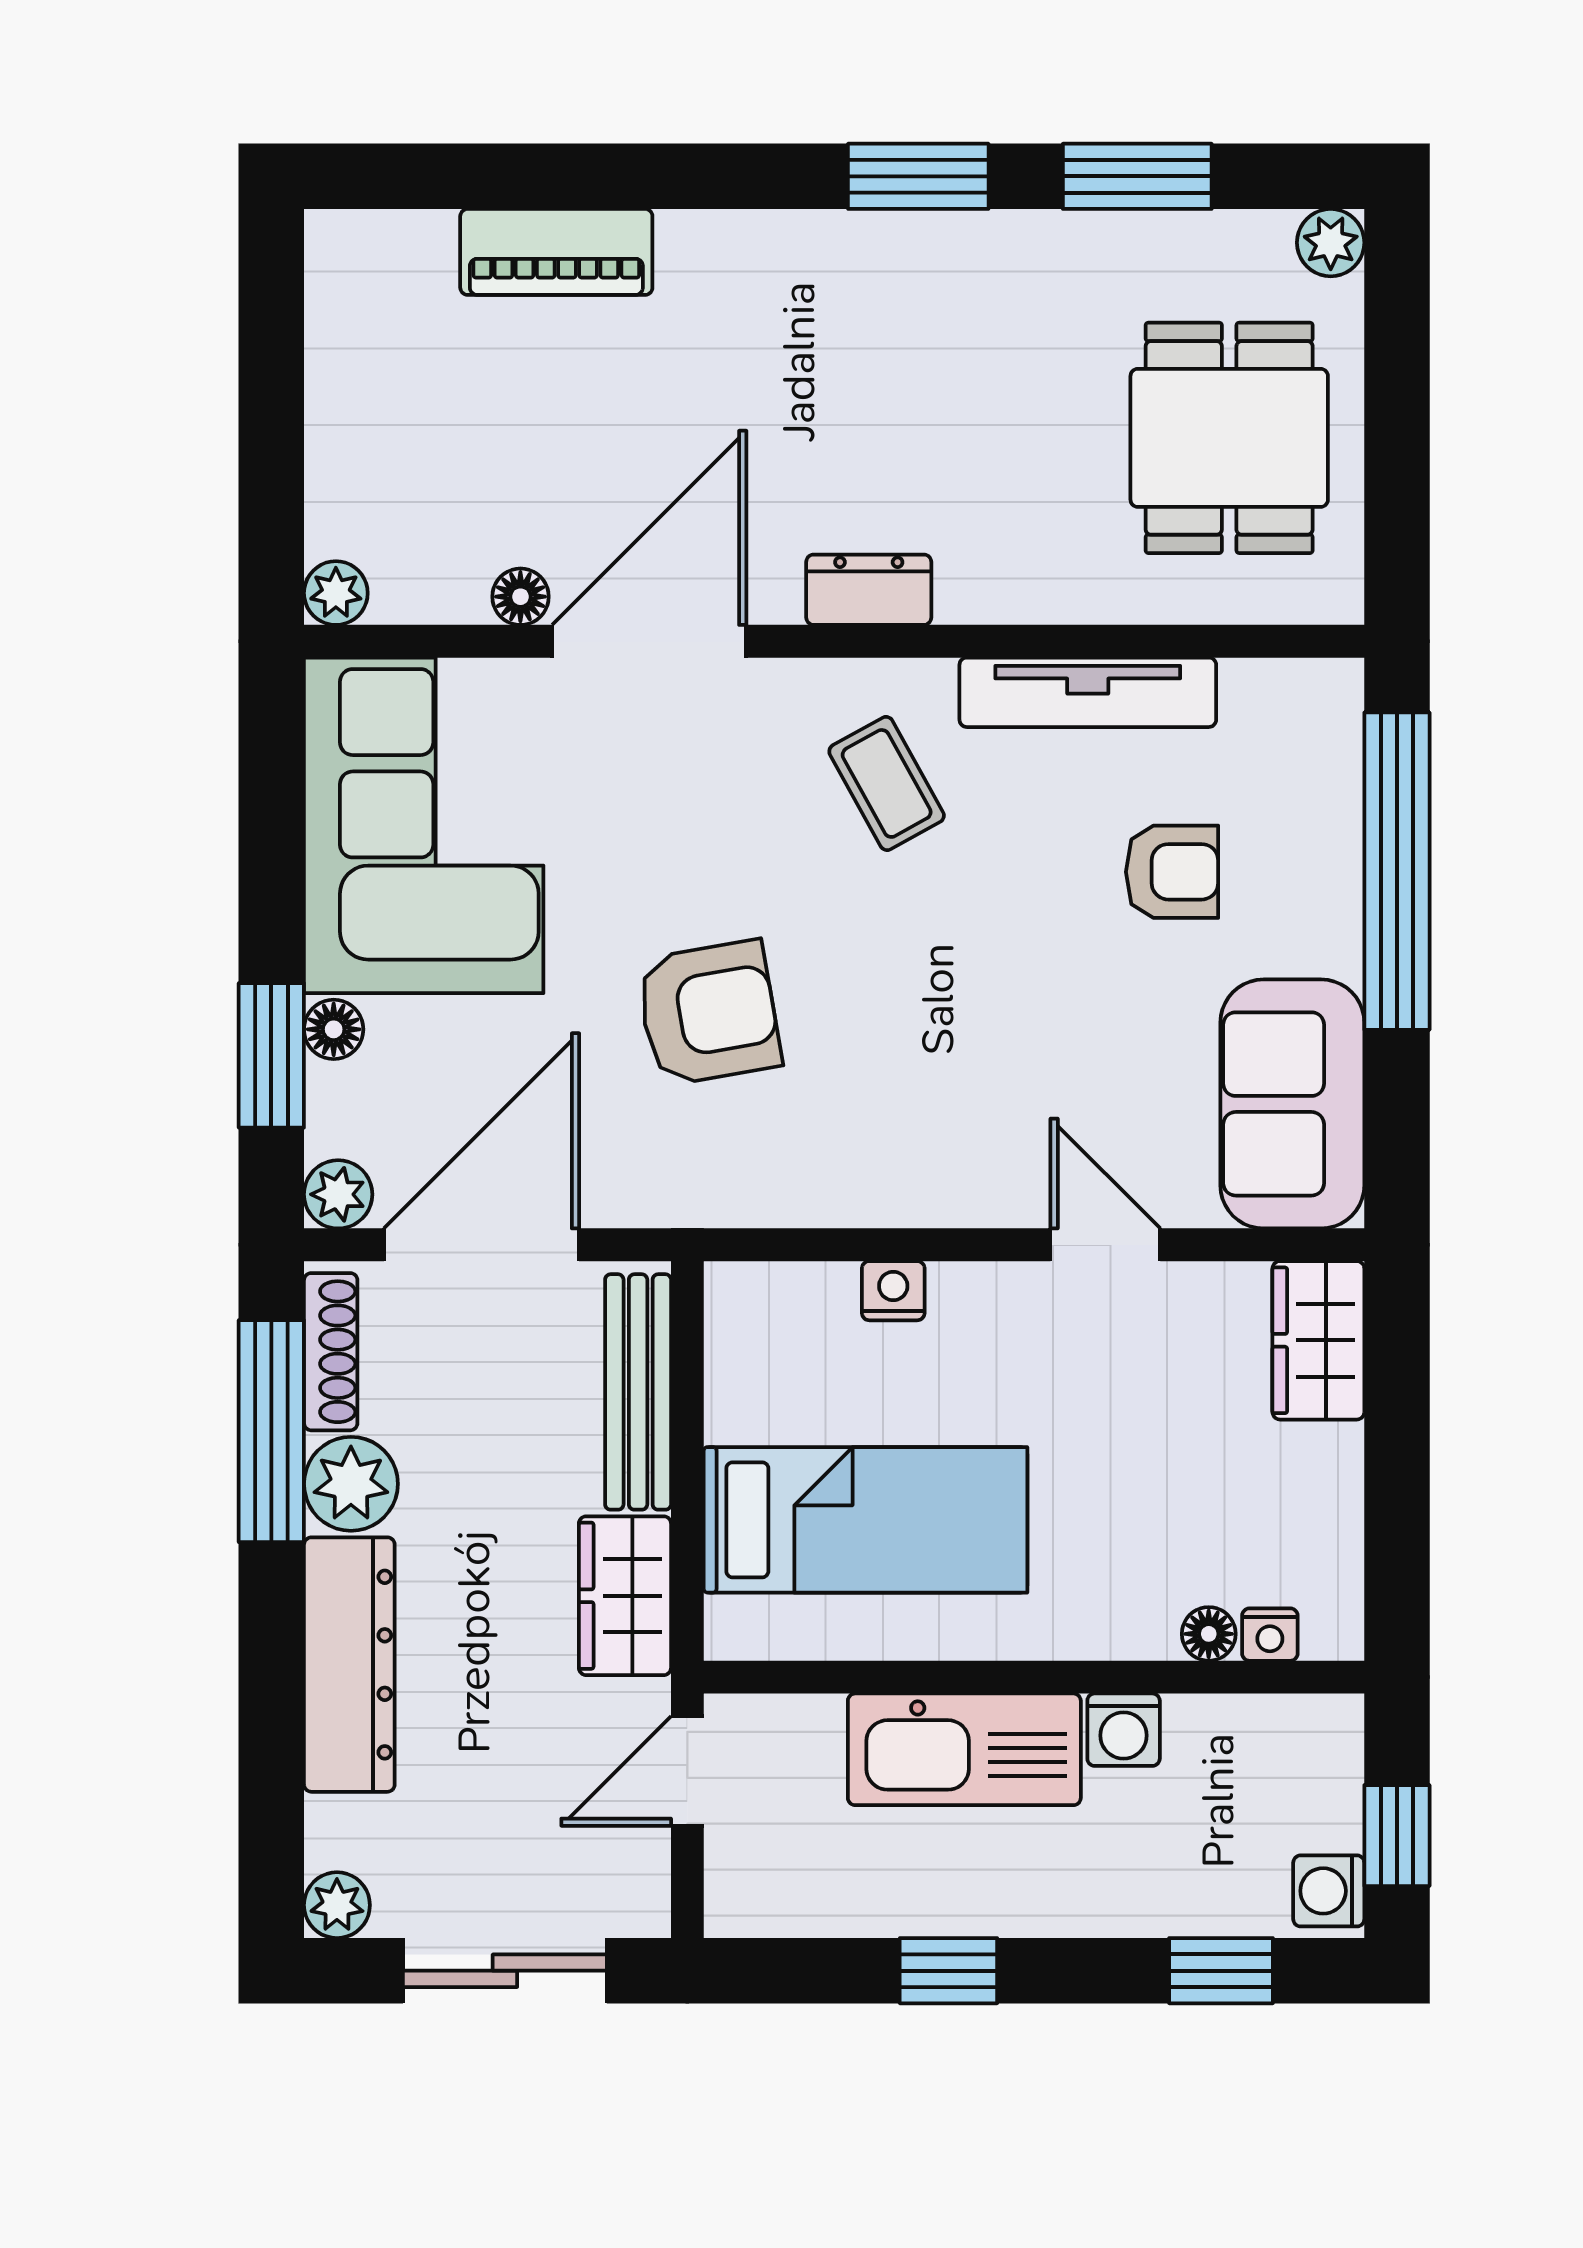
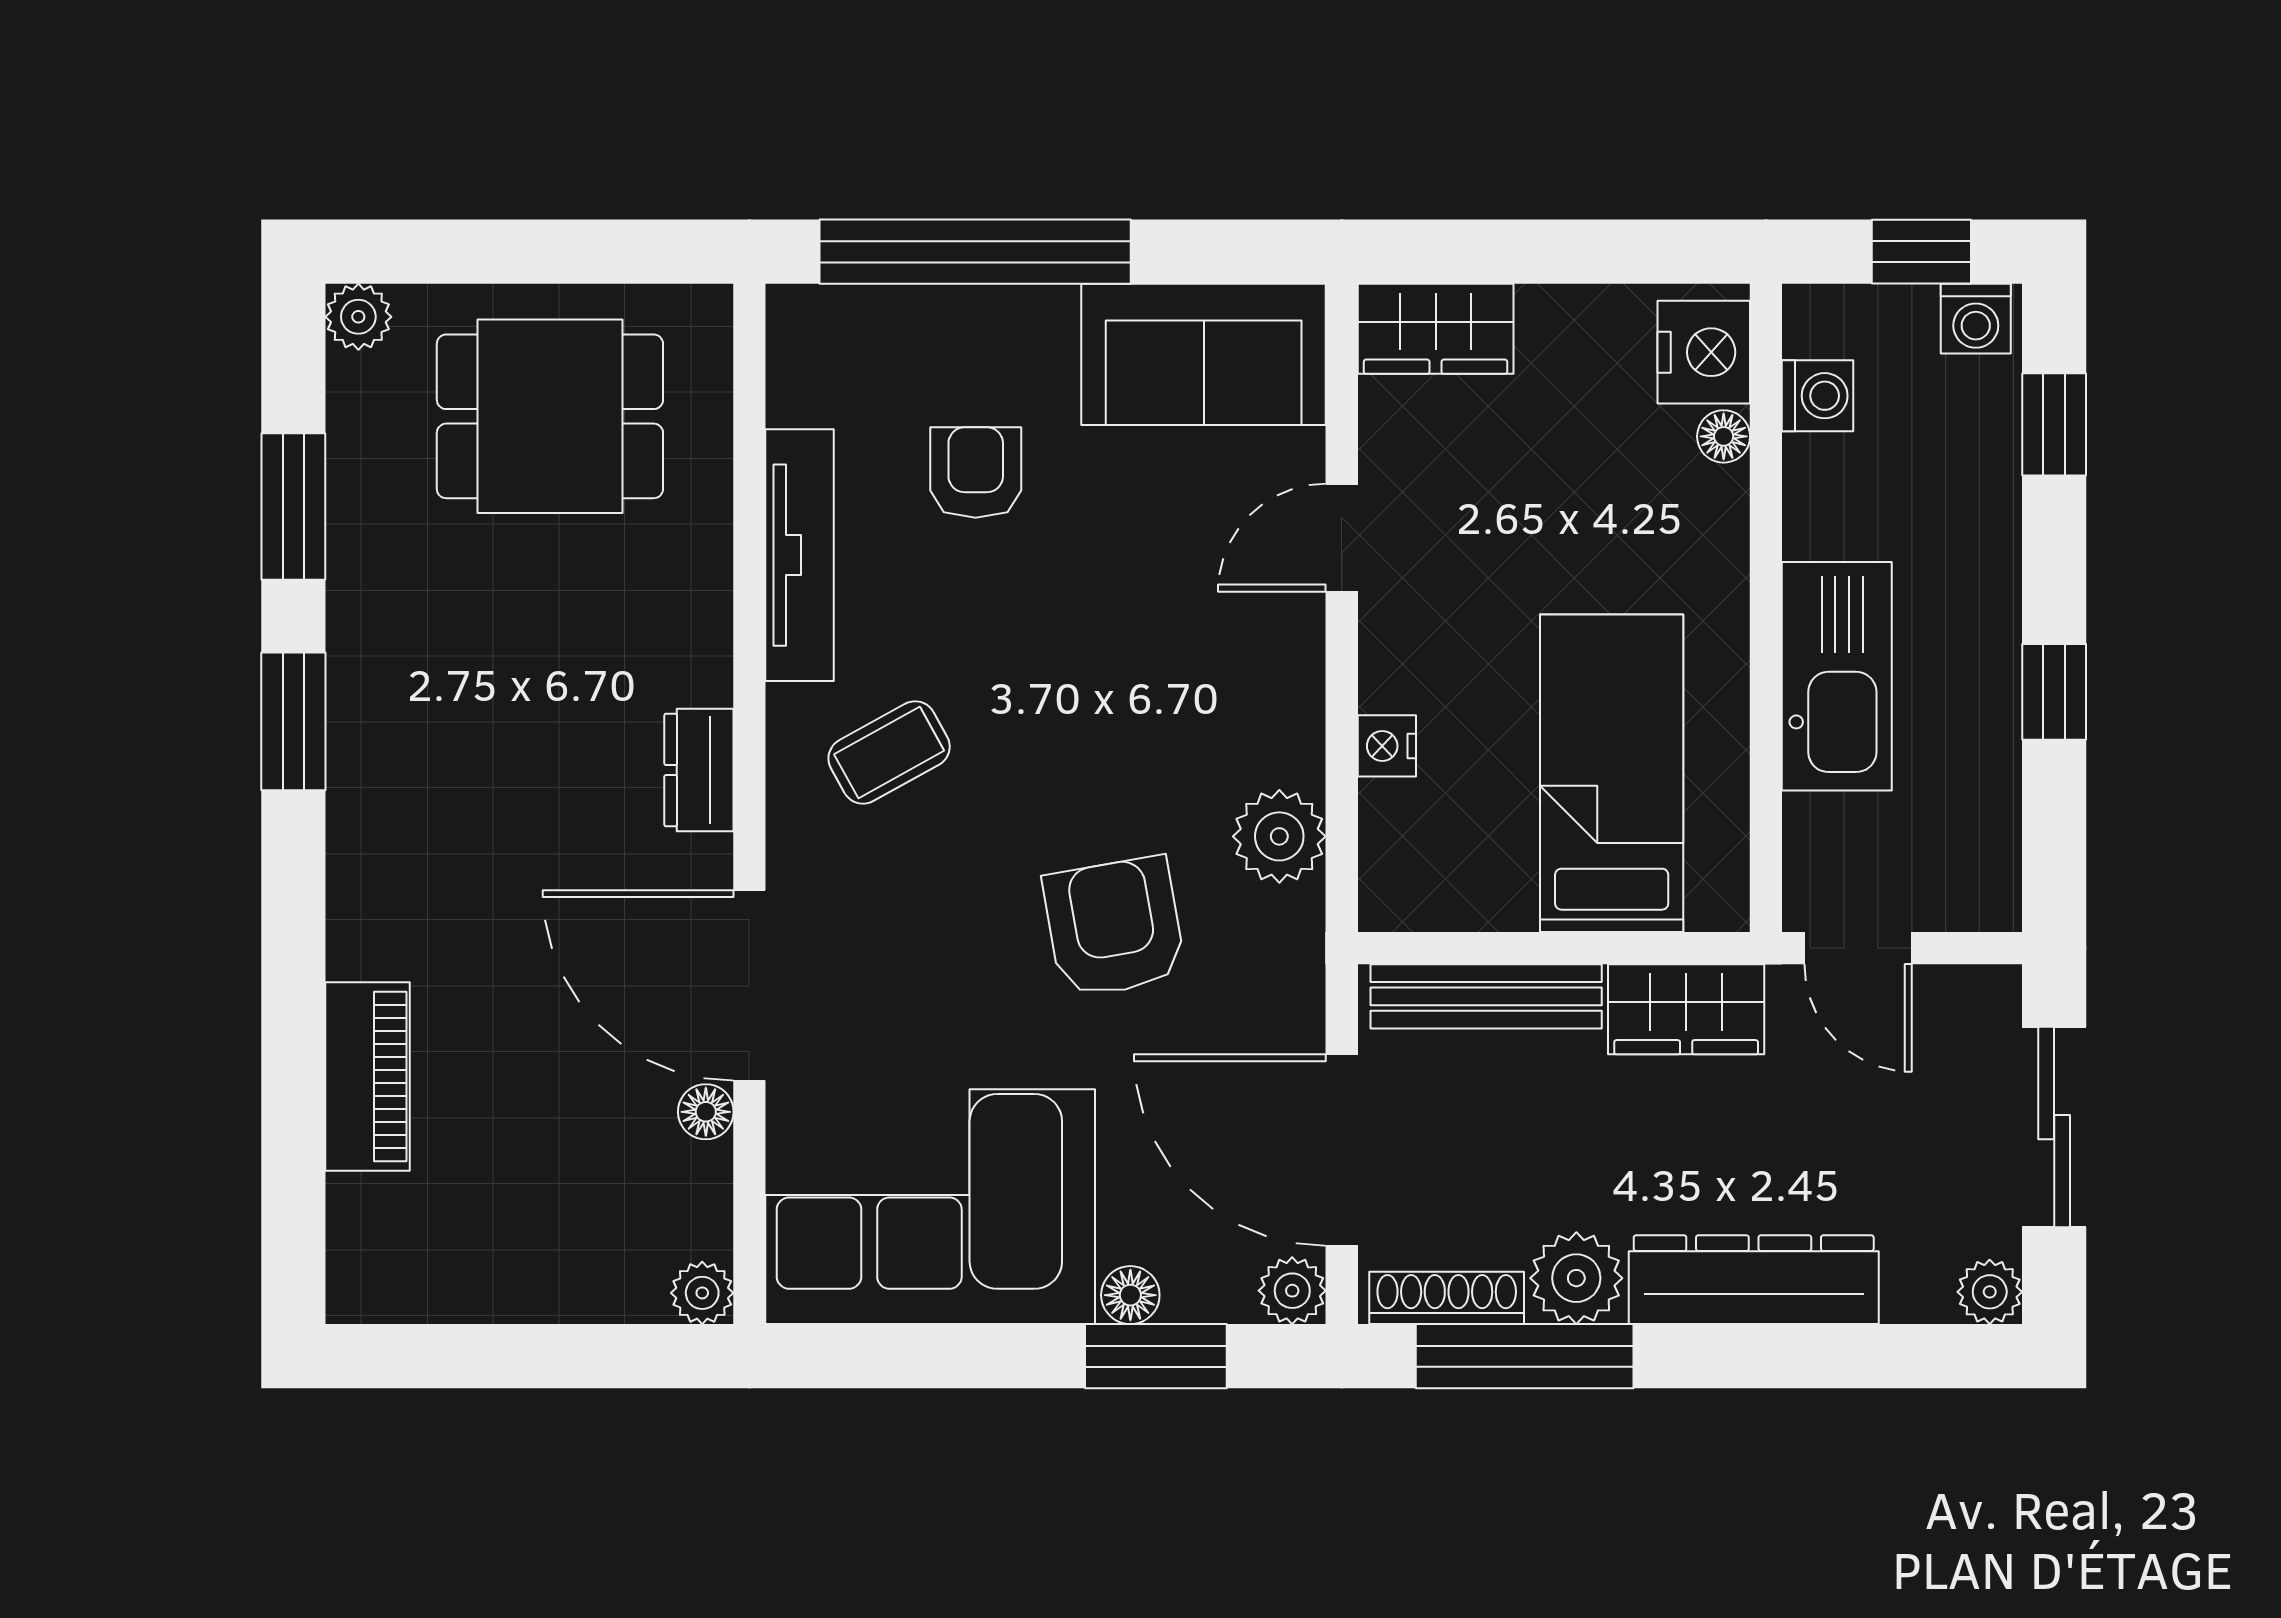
plant: (801, 1181) -> (1279, 836), added
nightstand: (1270, 1635) -> (1704, 352), width x1.89, depth x1.79
washing machine: (1124, 1730) -> (1818, 396), moved

